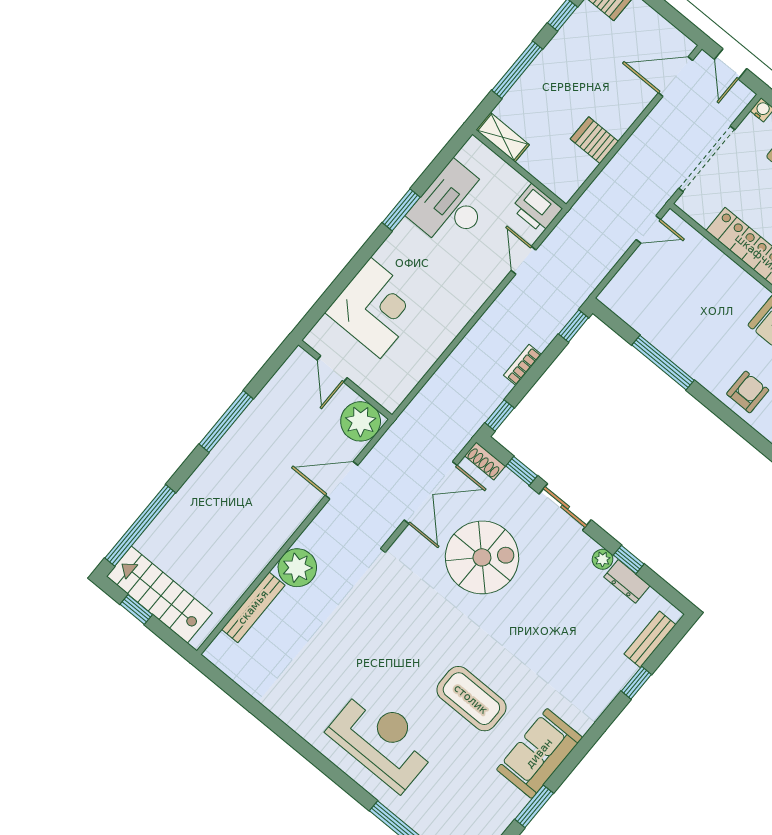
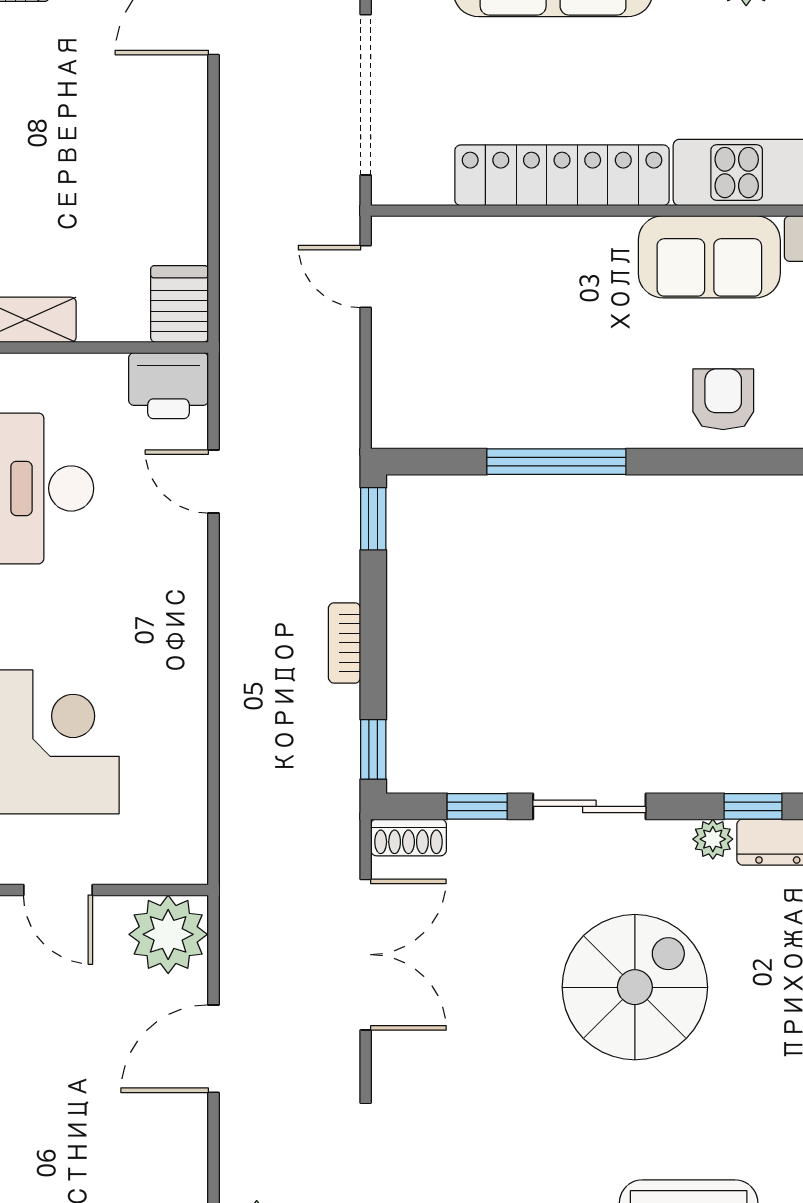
server rack: (594, 140) -> (180, 304), moved, turned 90
door: (648, 229) -> (366, 276), swing flipped
spiral stairs: (482, 557) -> (635, 987), moved

